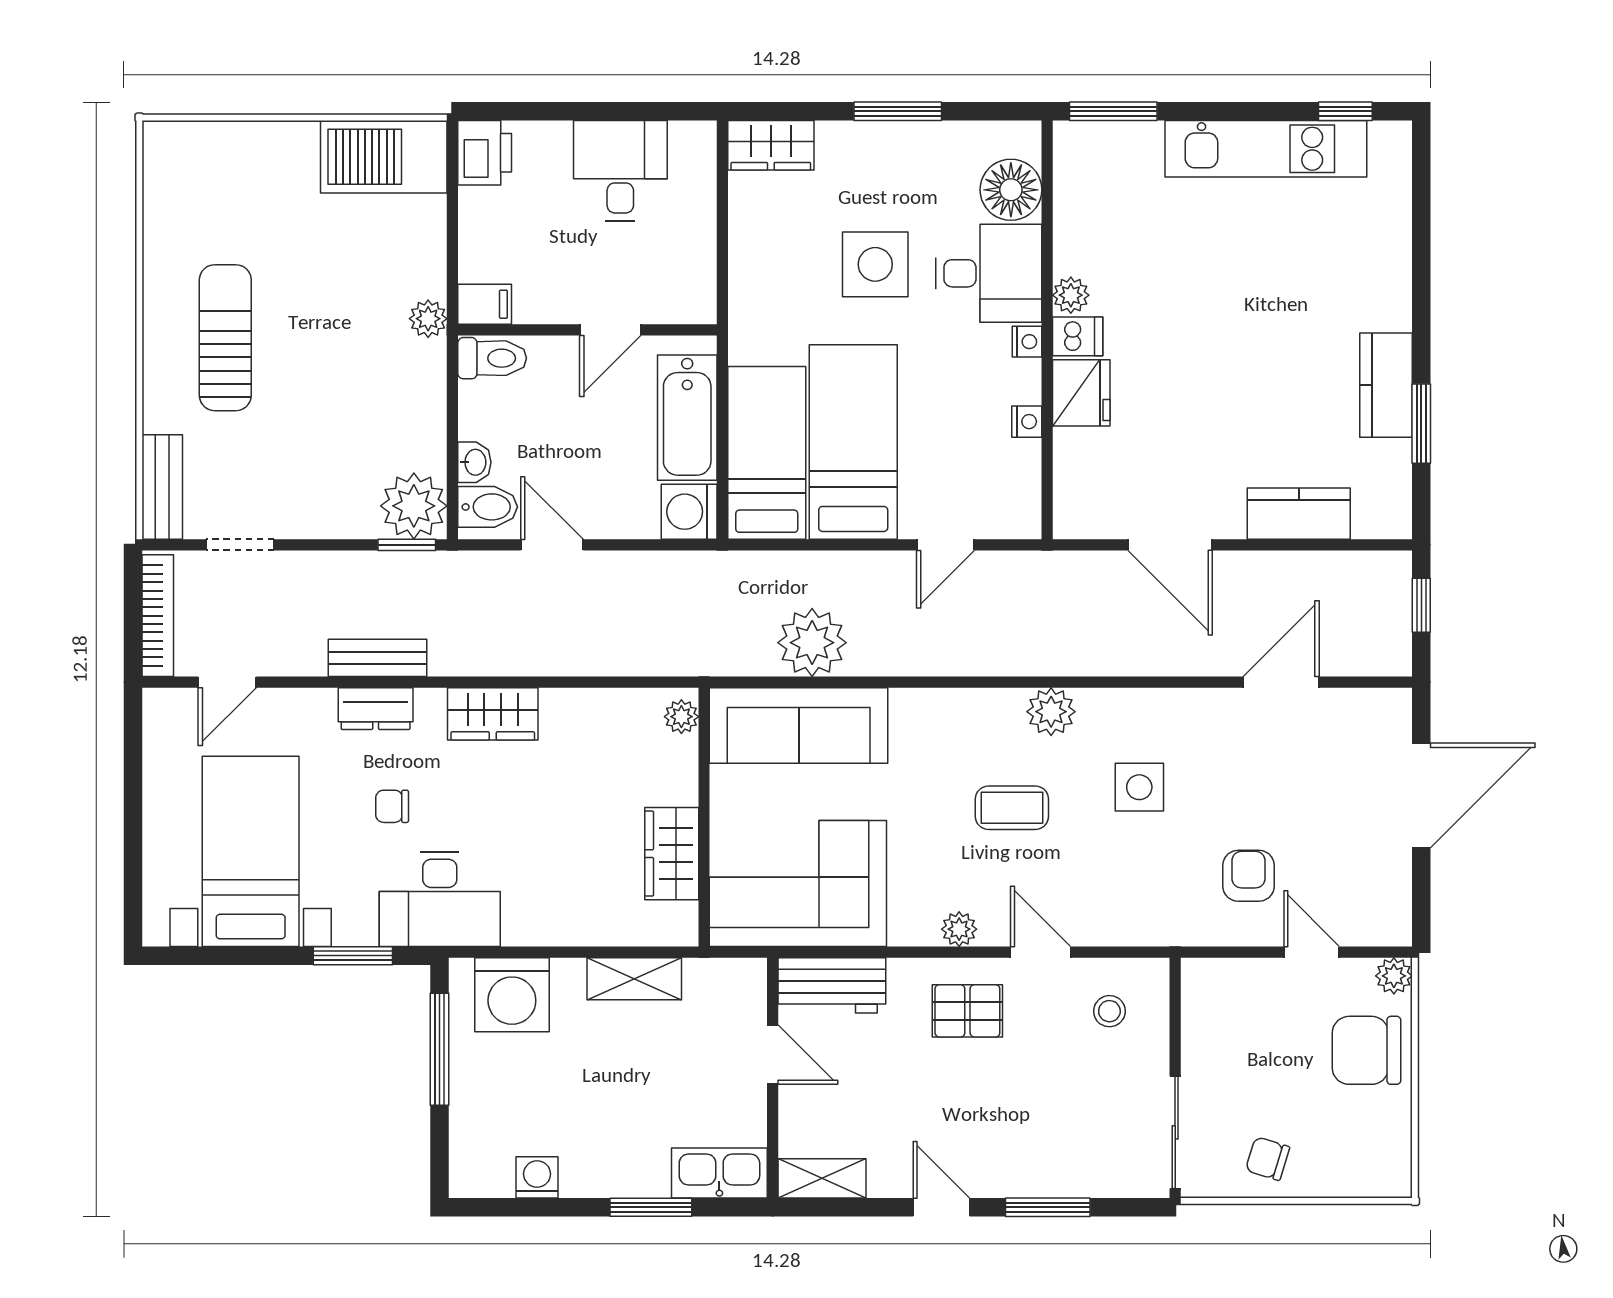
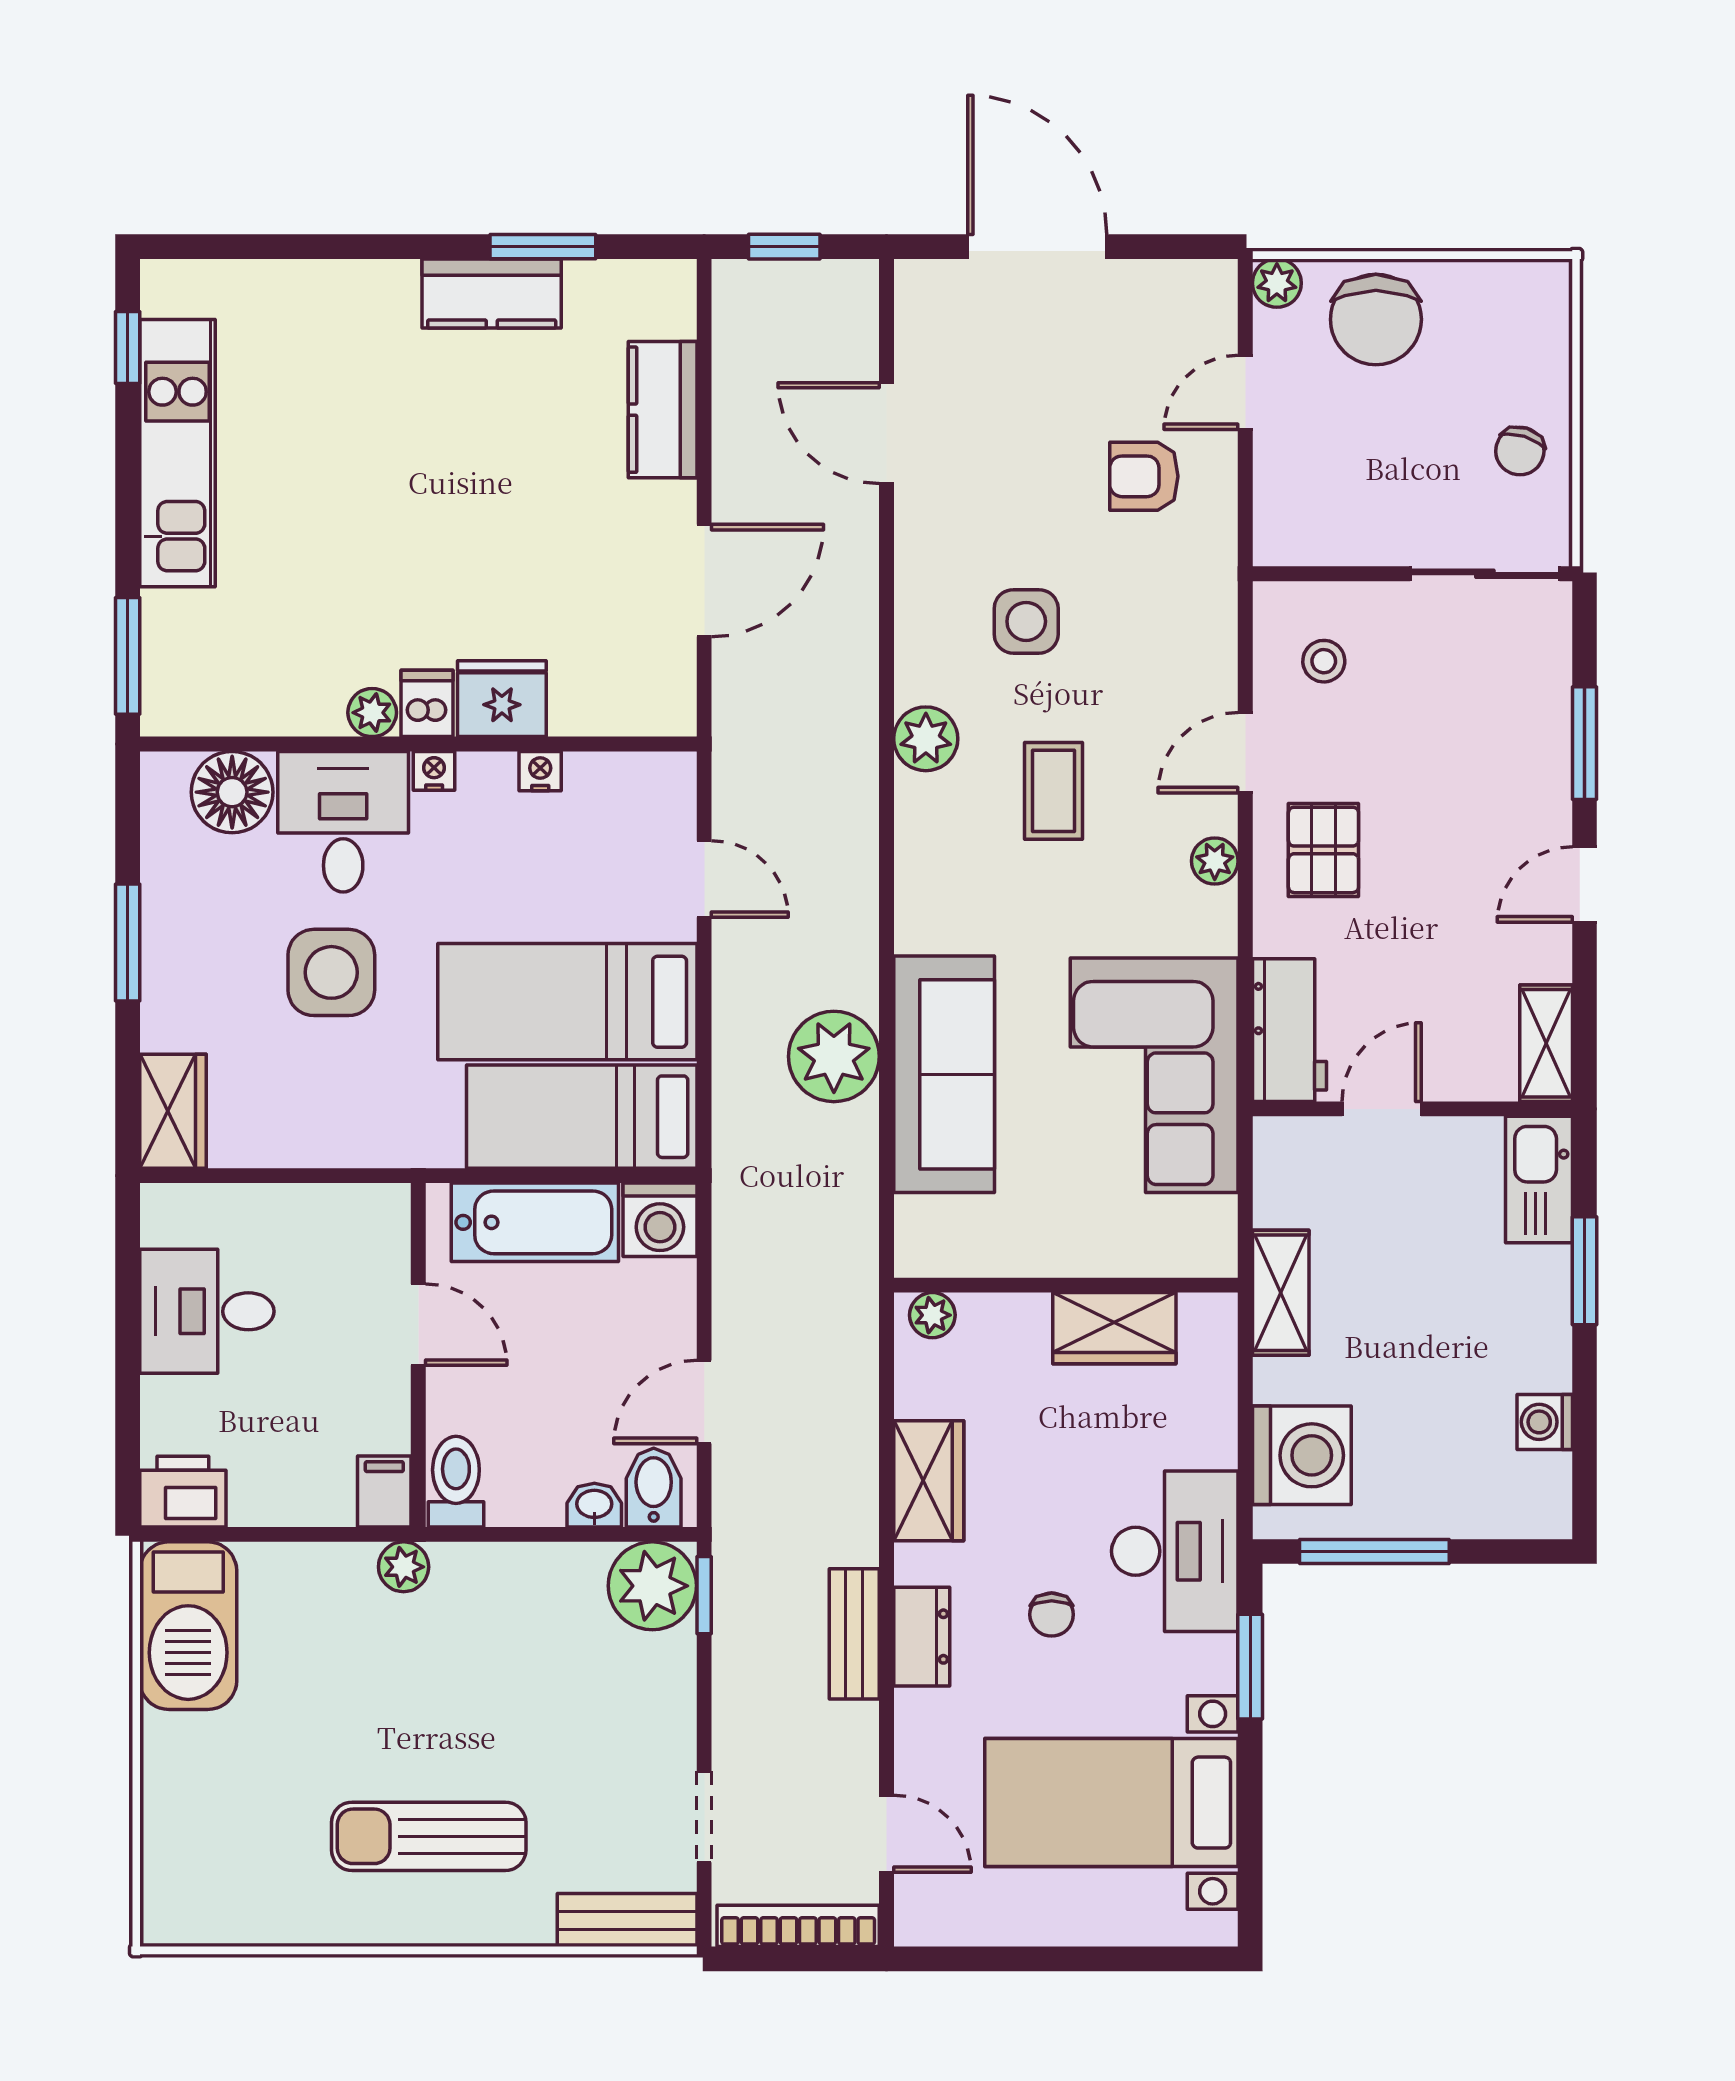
plant: (681, 717) -> (932, 1315), moved
wall: (704, 817) -> (1066, 1285), moved
wardrobe: (672, 854) -> (1114, 1328), moved

